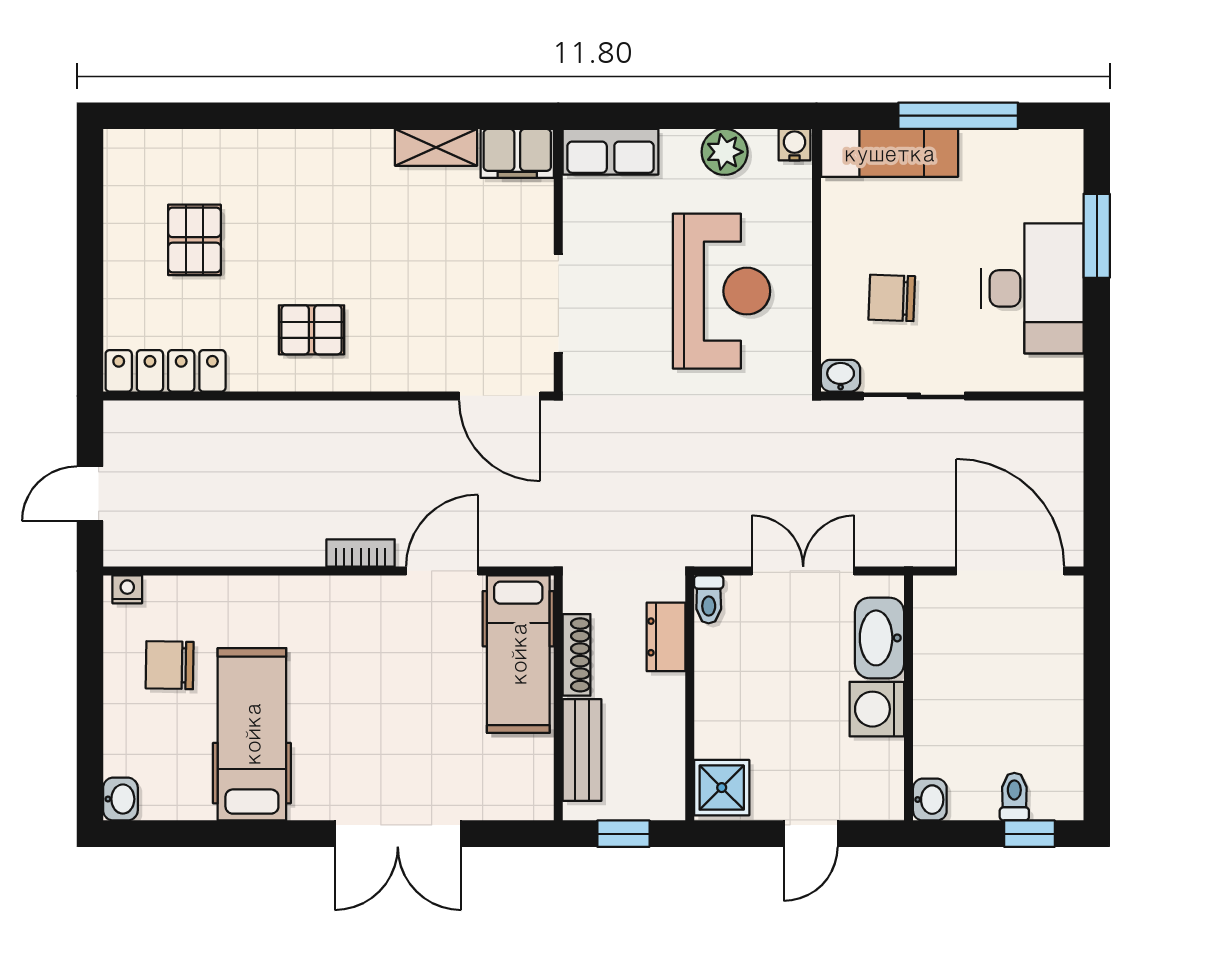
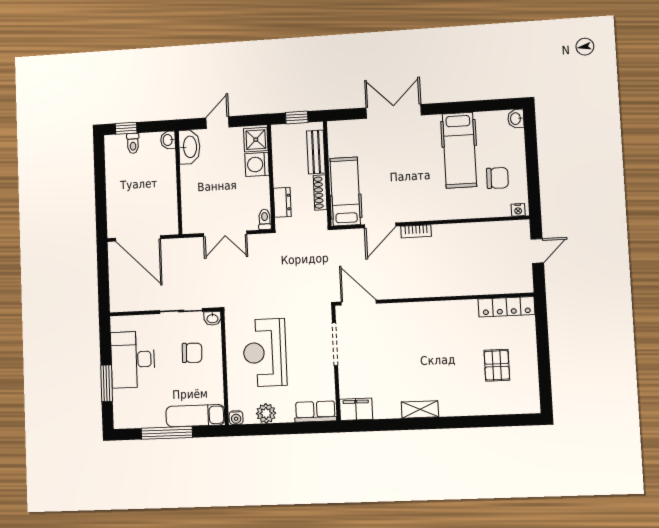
shelving: (436, 147) -> (420, 409), moved
pallet: (312, 330) -> (443, 328), removed
washbasin: (879, 638) -> (189, 147), moved
washing machine: (877, 709) -> (257, 164), moved, turned 180

